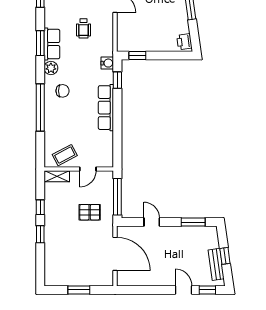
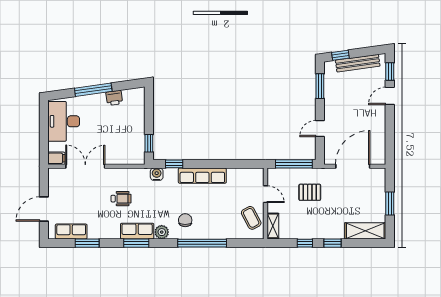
printer: (184, 42) -> (114, 98), moved
pallet: (90, 212) -> (310, 192), turned 90
window: (225, 256) -> (340, 55), moved
bench: (216, 264) -> (358, 63), width x1.36
shelving: (52, 266) -> (365, 231), added

